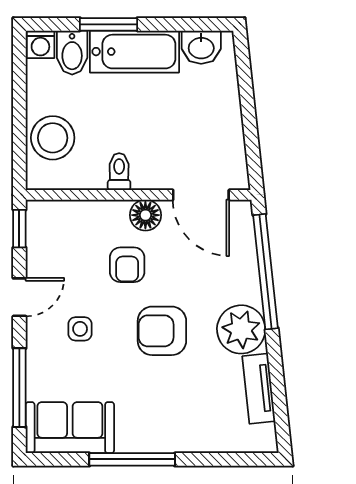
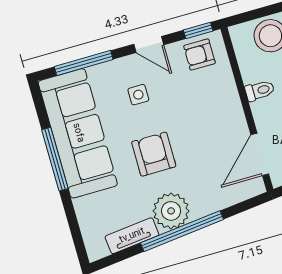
floor lamp: (145, 215) -> (234, 119), removed
armchair: (127, 265) -> (199, 55), moved
window: (266, 272) -> (182, 231), moved
sofa: (70, 428) -> (78, 133), width x1.85, depth x1.27

